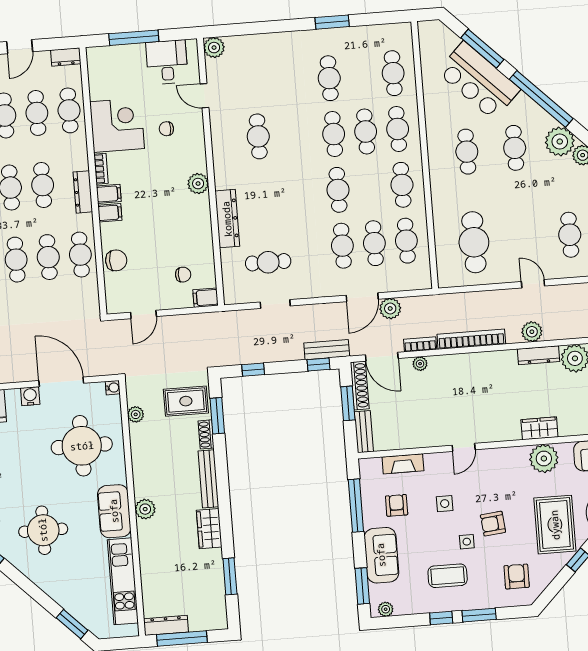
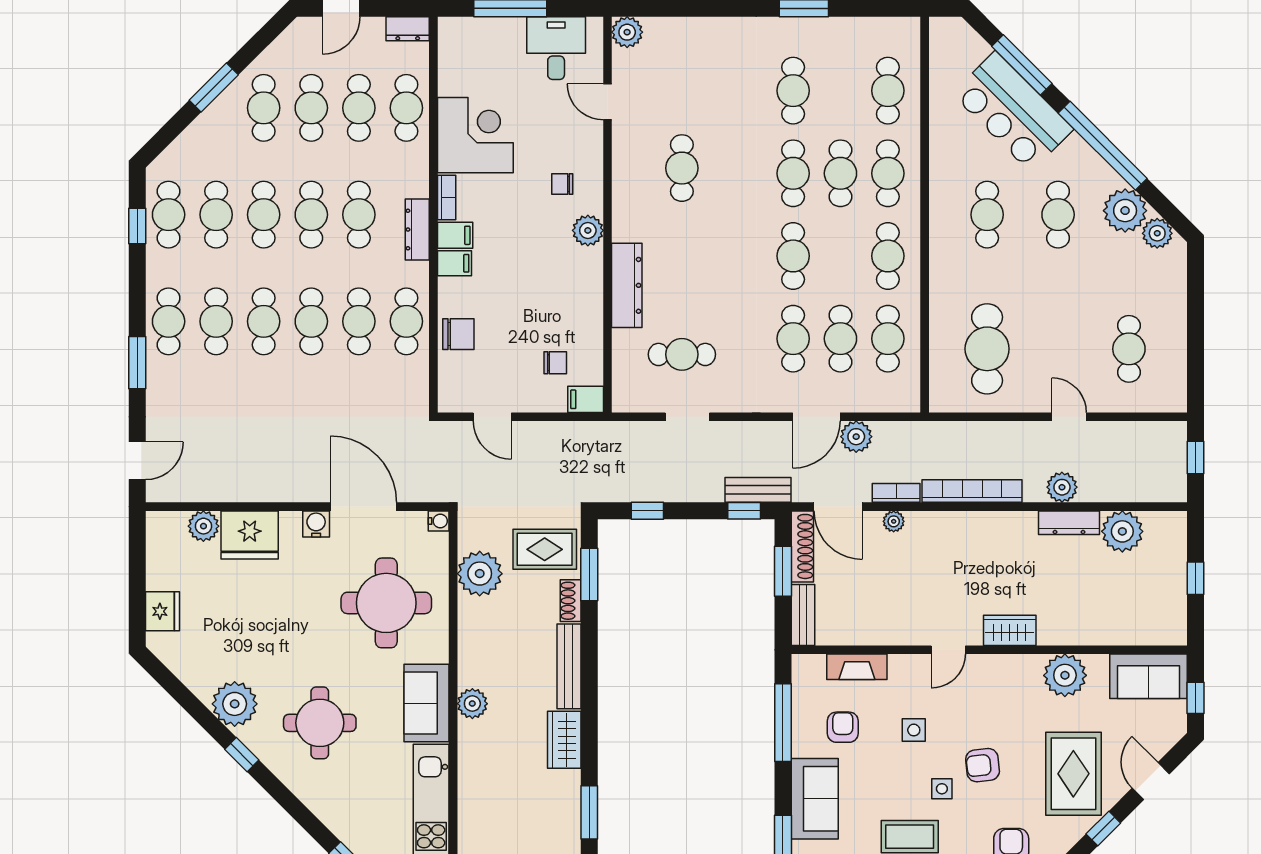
chair: (166, 129) -> (562, 184), moved
door: (143, 314) -> (492, 417), hinge flipped
plant: (136, 414) -> (480, 574), width x1.88, depth x1.88
wardrobe: (539, 428) -> (1010, 630), moved

